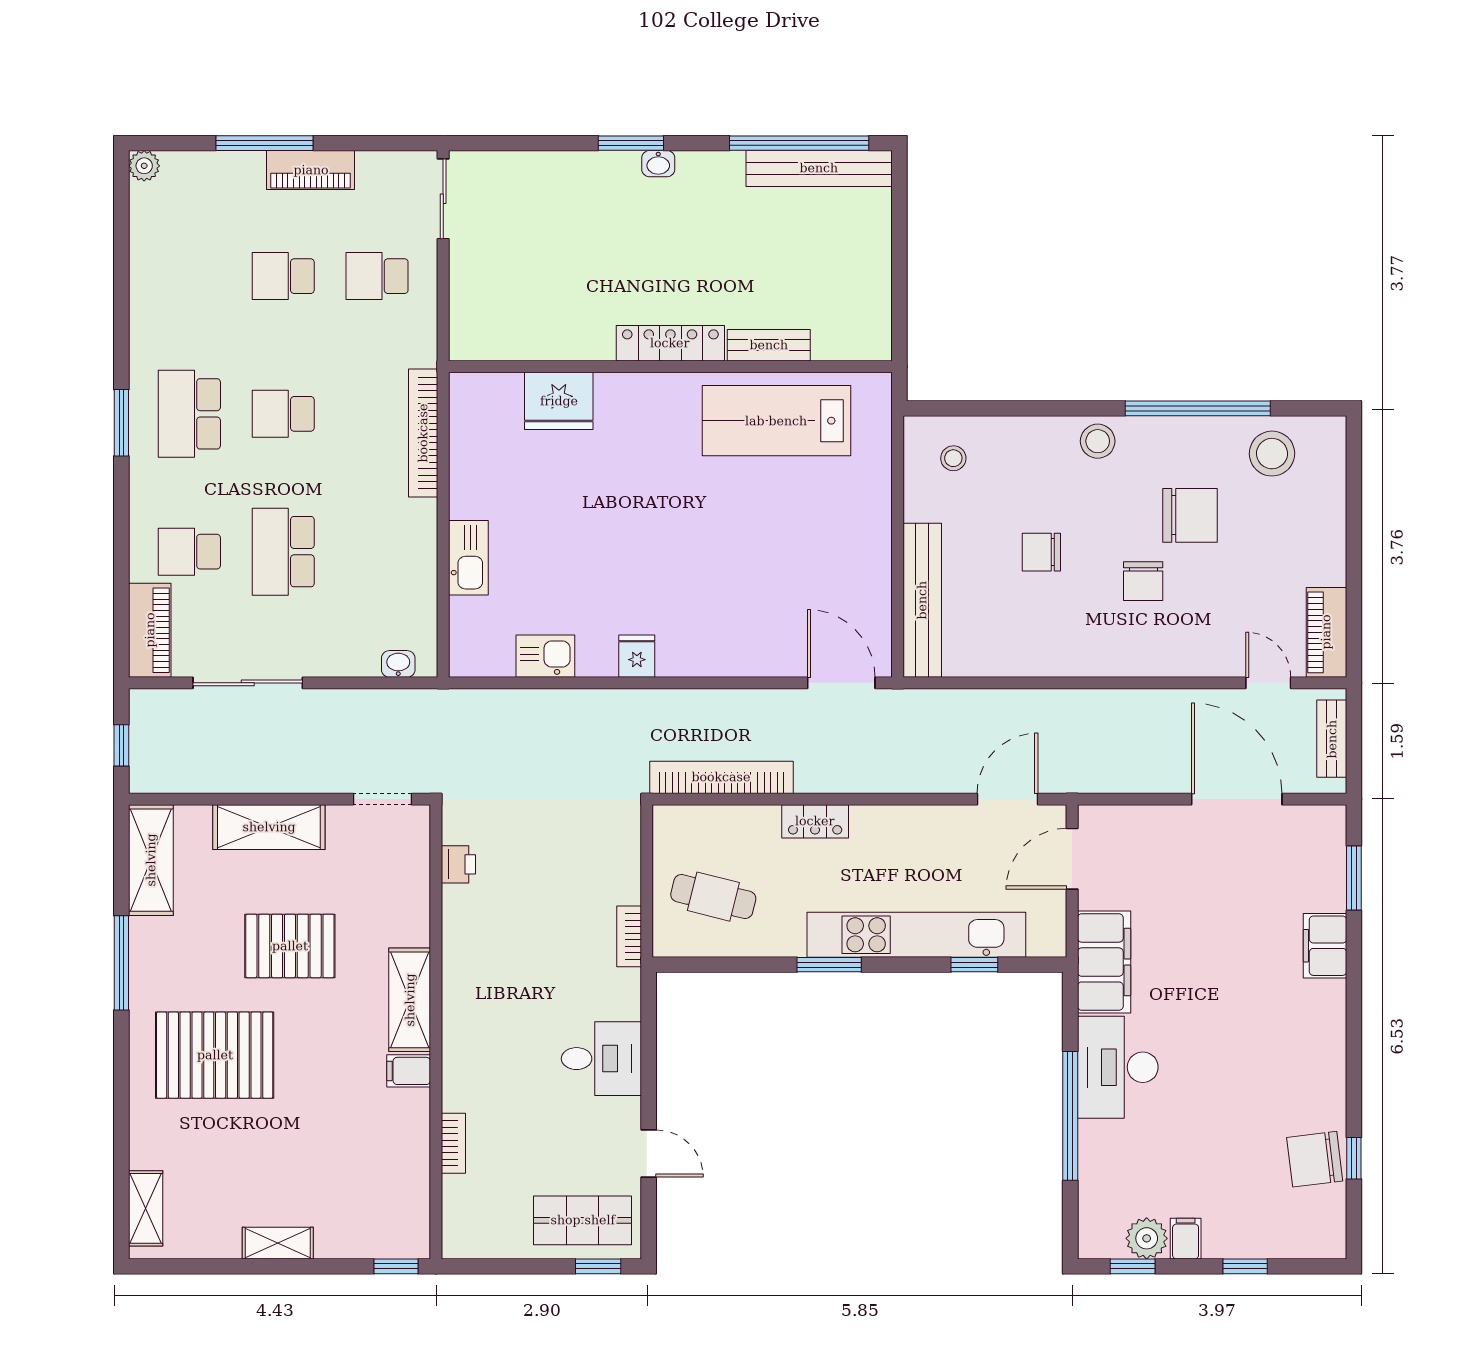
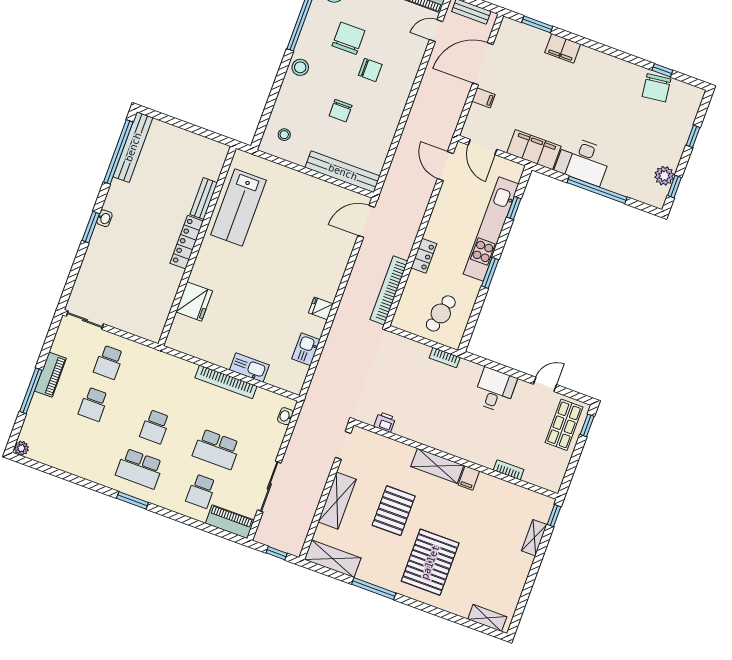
bookcase: (423, 433) -> (226, 382), moved
filing cabinet: (1186, 1239) -> (483, 98), moved, turned 180
shelving: (278, 1243) -> (534, 538), moved

